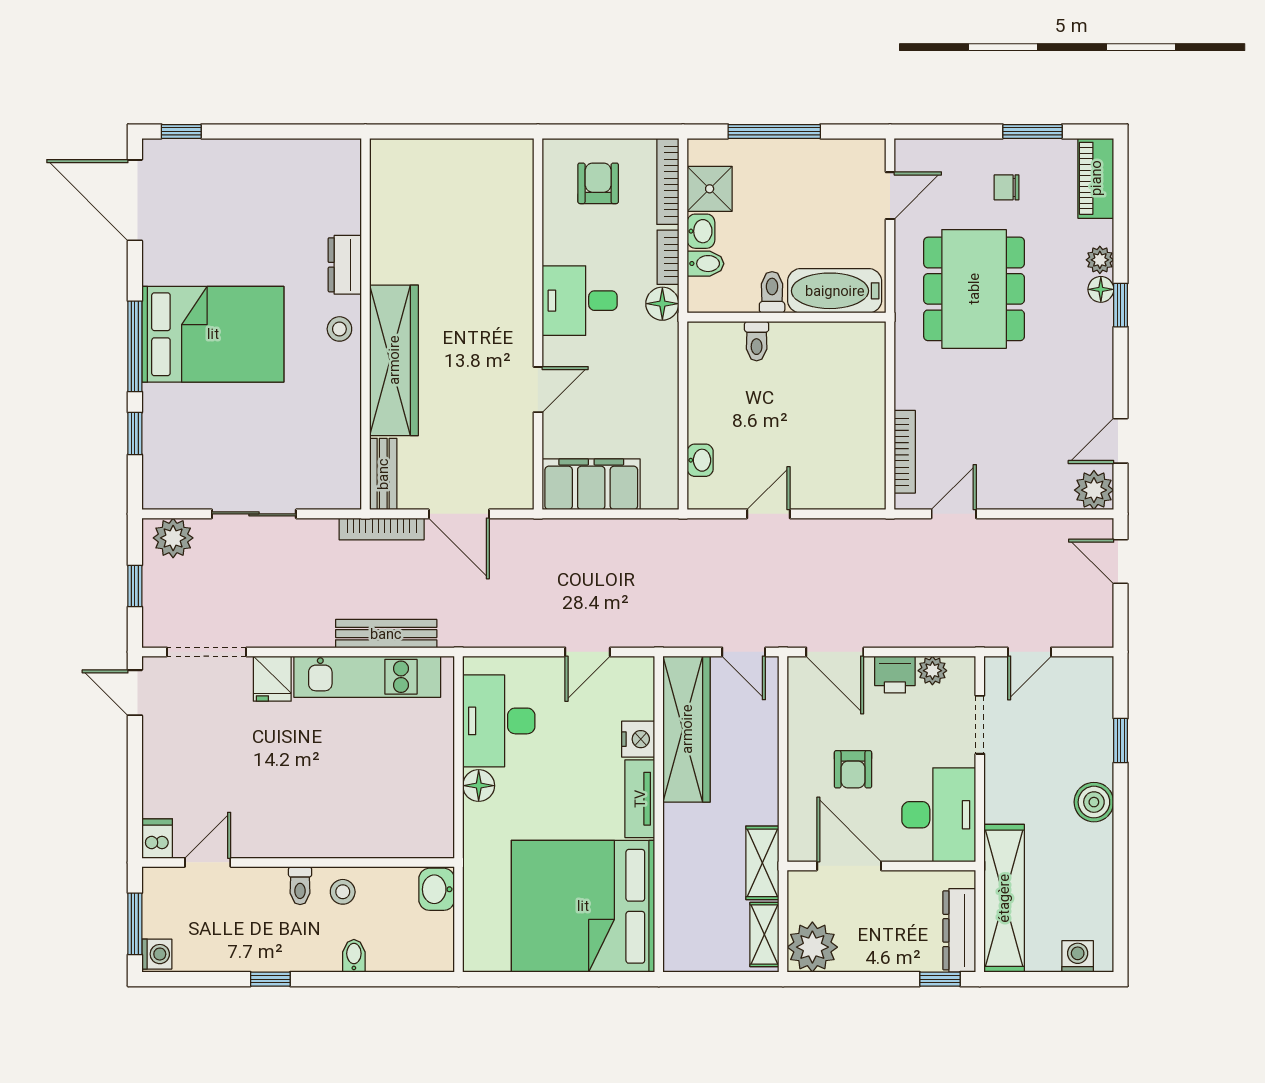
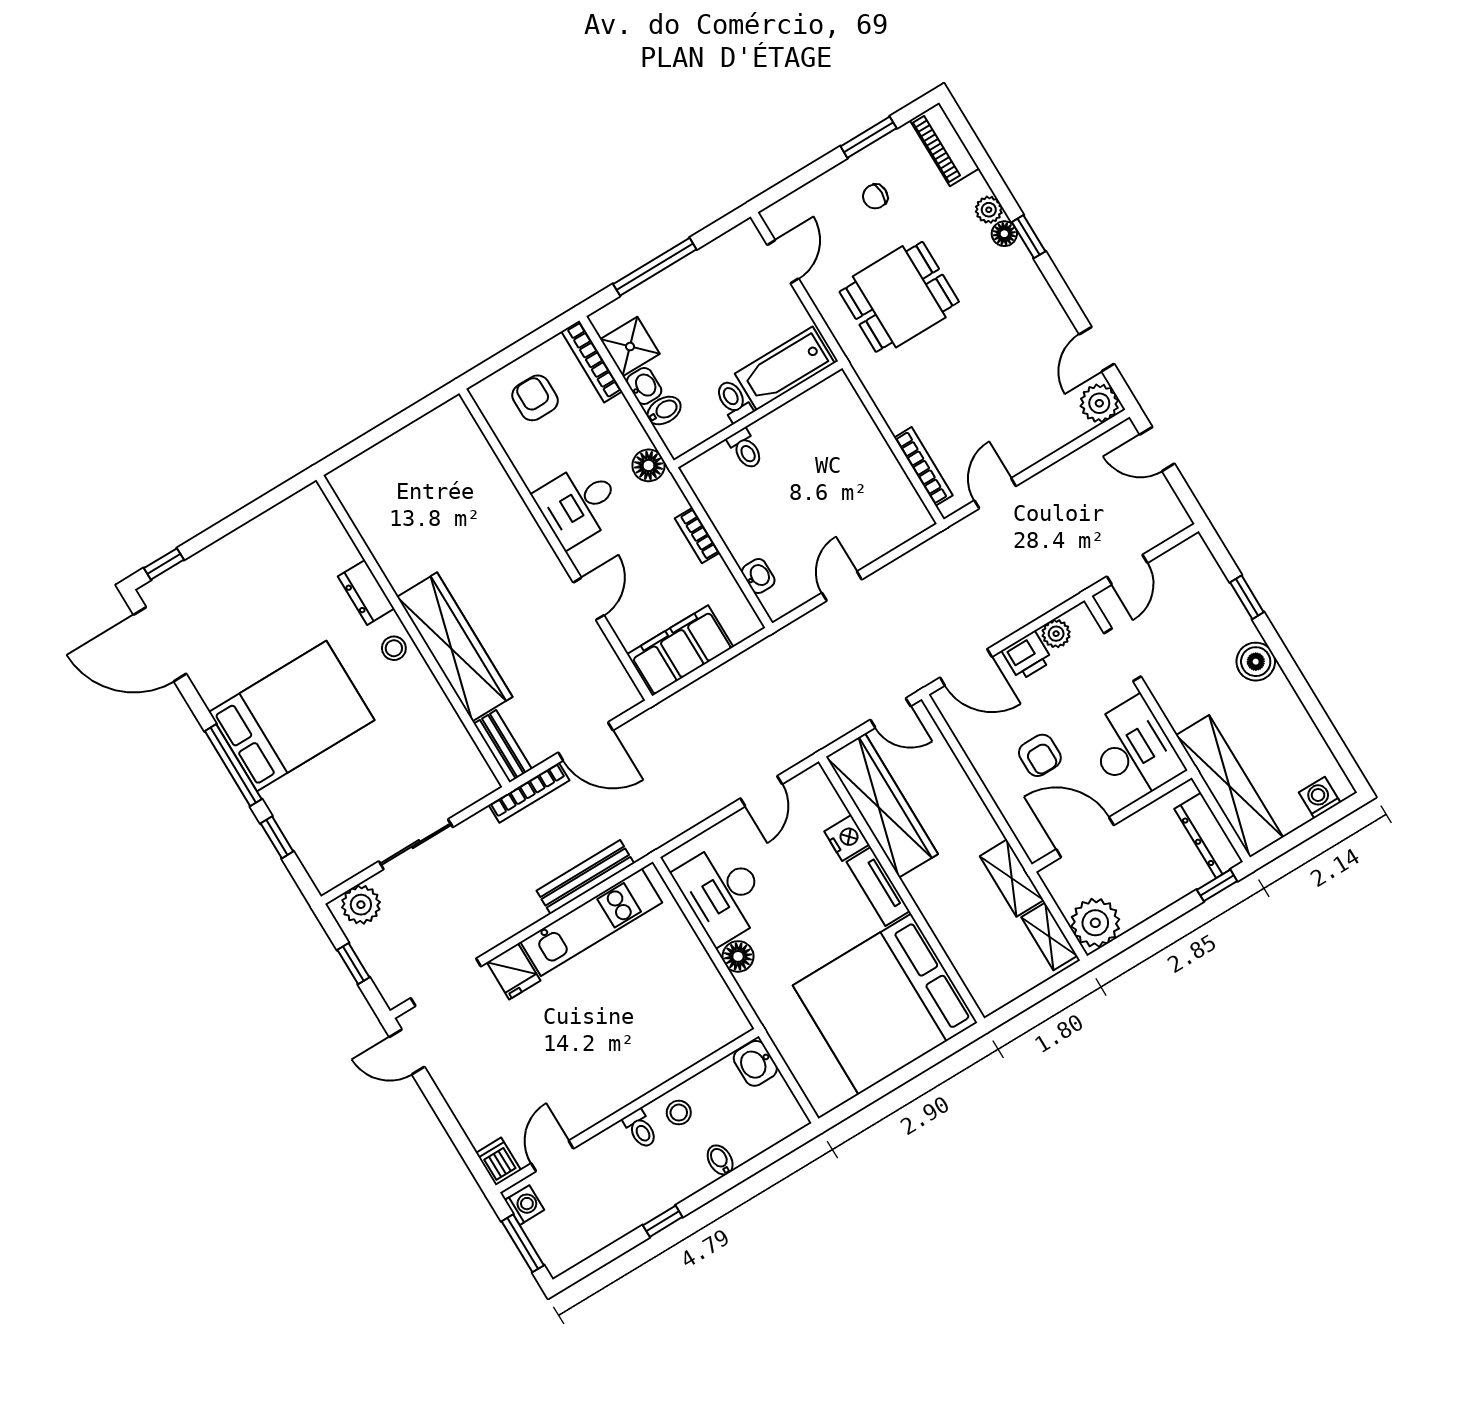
bookcase: (668, 257) -> (697, 536), moved
dining table: (974, 289) -> (899, 297), width x0.73
washing machine: (157, 954) -> (524, 1205), moved

